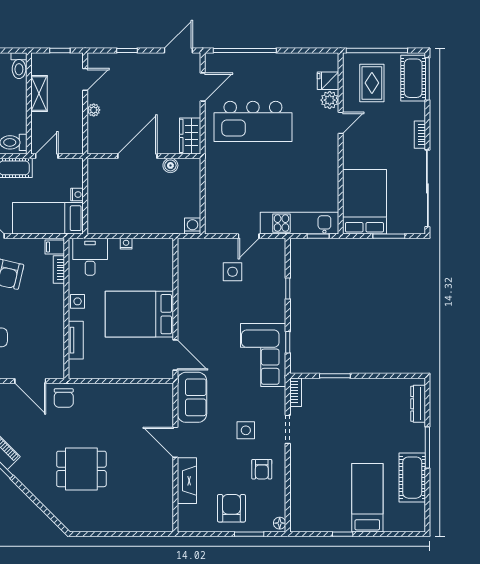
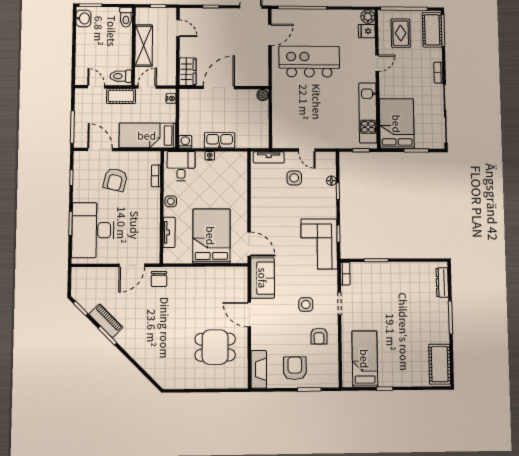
door: (85, 79) -> (178, 28), hinge flipped
shelving: (39, 93) -> (144, 46), width x1.50, depth x1.33
plant: (330, 100) -> (368, 17), moved
plant: (94, 110) -> (184, 52), removed
kitchen island: (253, 121) -> (309, 62), turned 180
wardrobe: (190, 136) -> (188, 72), moved, turned 180
boiler: (170, 165) -> (263, 95), moved
nightstand: (77, 195) -> (171, 98), moved
kitchen unit: (299, 223) -> (368, 113), moved, turned -90
kitchen sink: (138, 224) -> (220, 140), added
washing machine: (193, 226) -> (185, 142), moved
door: (249, 236) -> (307, 150), hinge flipped
tv unit: (200, 246) -> (269, 157), added
filing cabinet: (55, 247) -> (153, 158), removed
bed: (139, 314) -> (211, 236), moved, turned 90
door: (30, 381) -> (132, 265), hinge flipped
dining table: (81, 469) -> (215, 347), moved
cot: (412, 478) -> (440, 364), moved
fireplace: (187, 481) -> (259, 369), moved
bed: (367, 498) -> (365, 359), moved
floor lamp: (280, 523) -> (331, 181), moved

